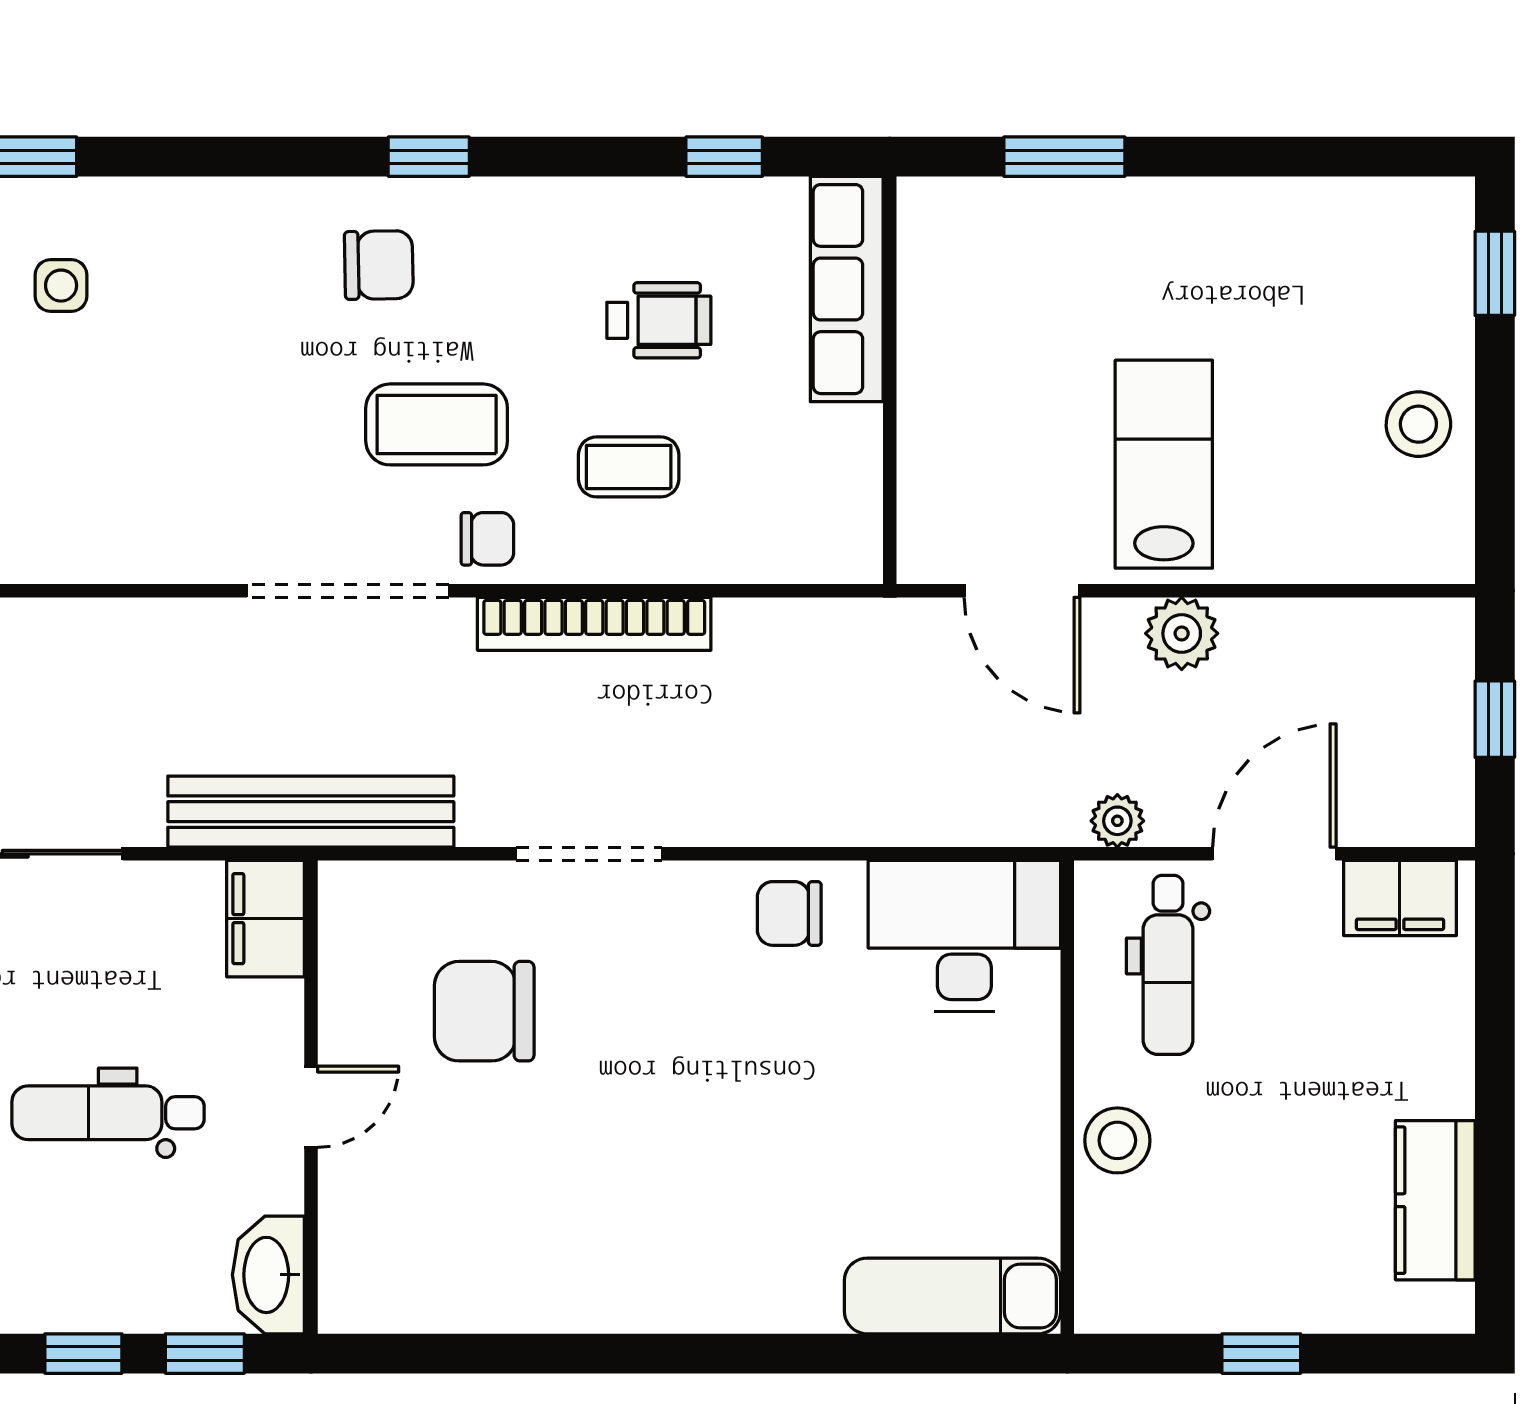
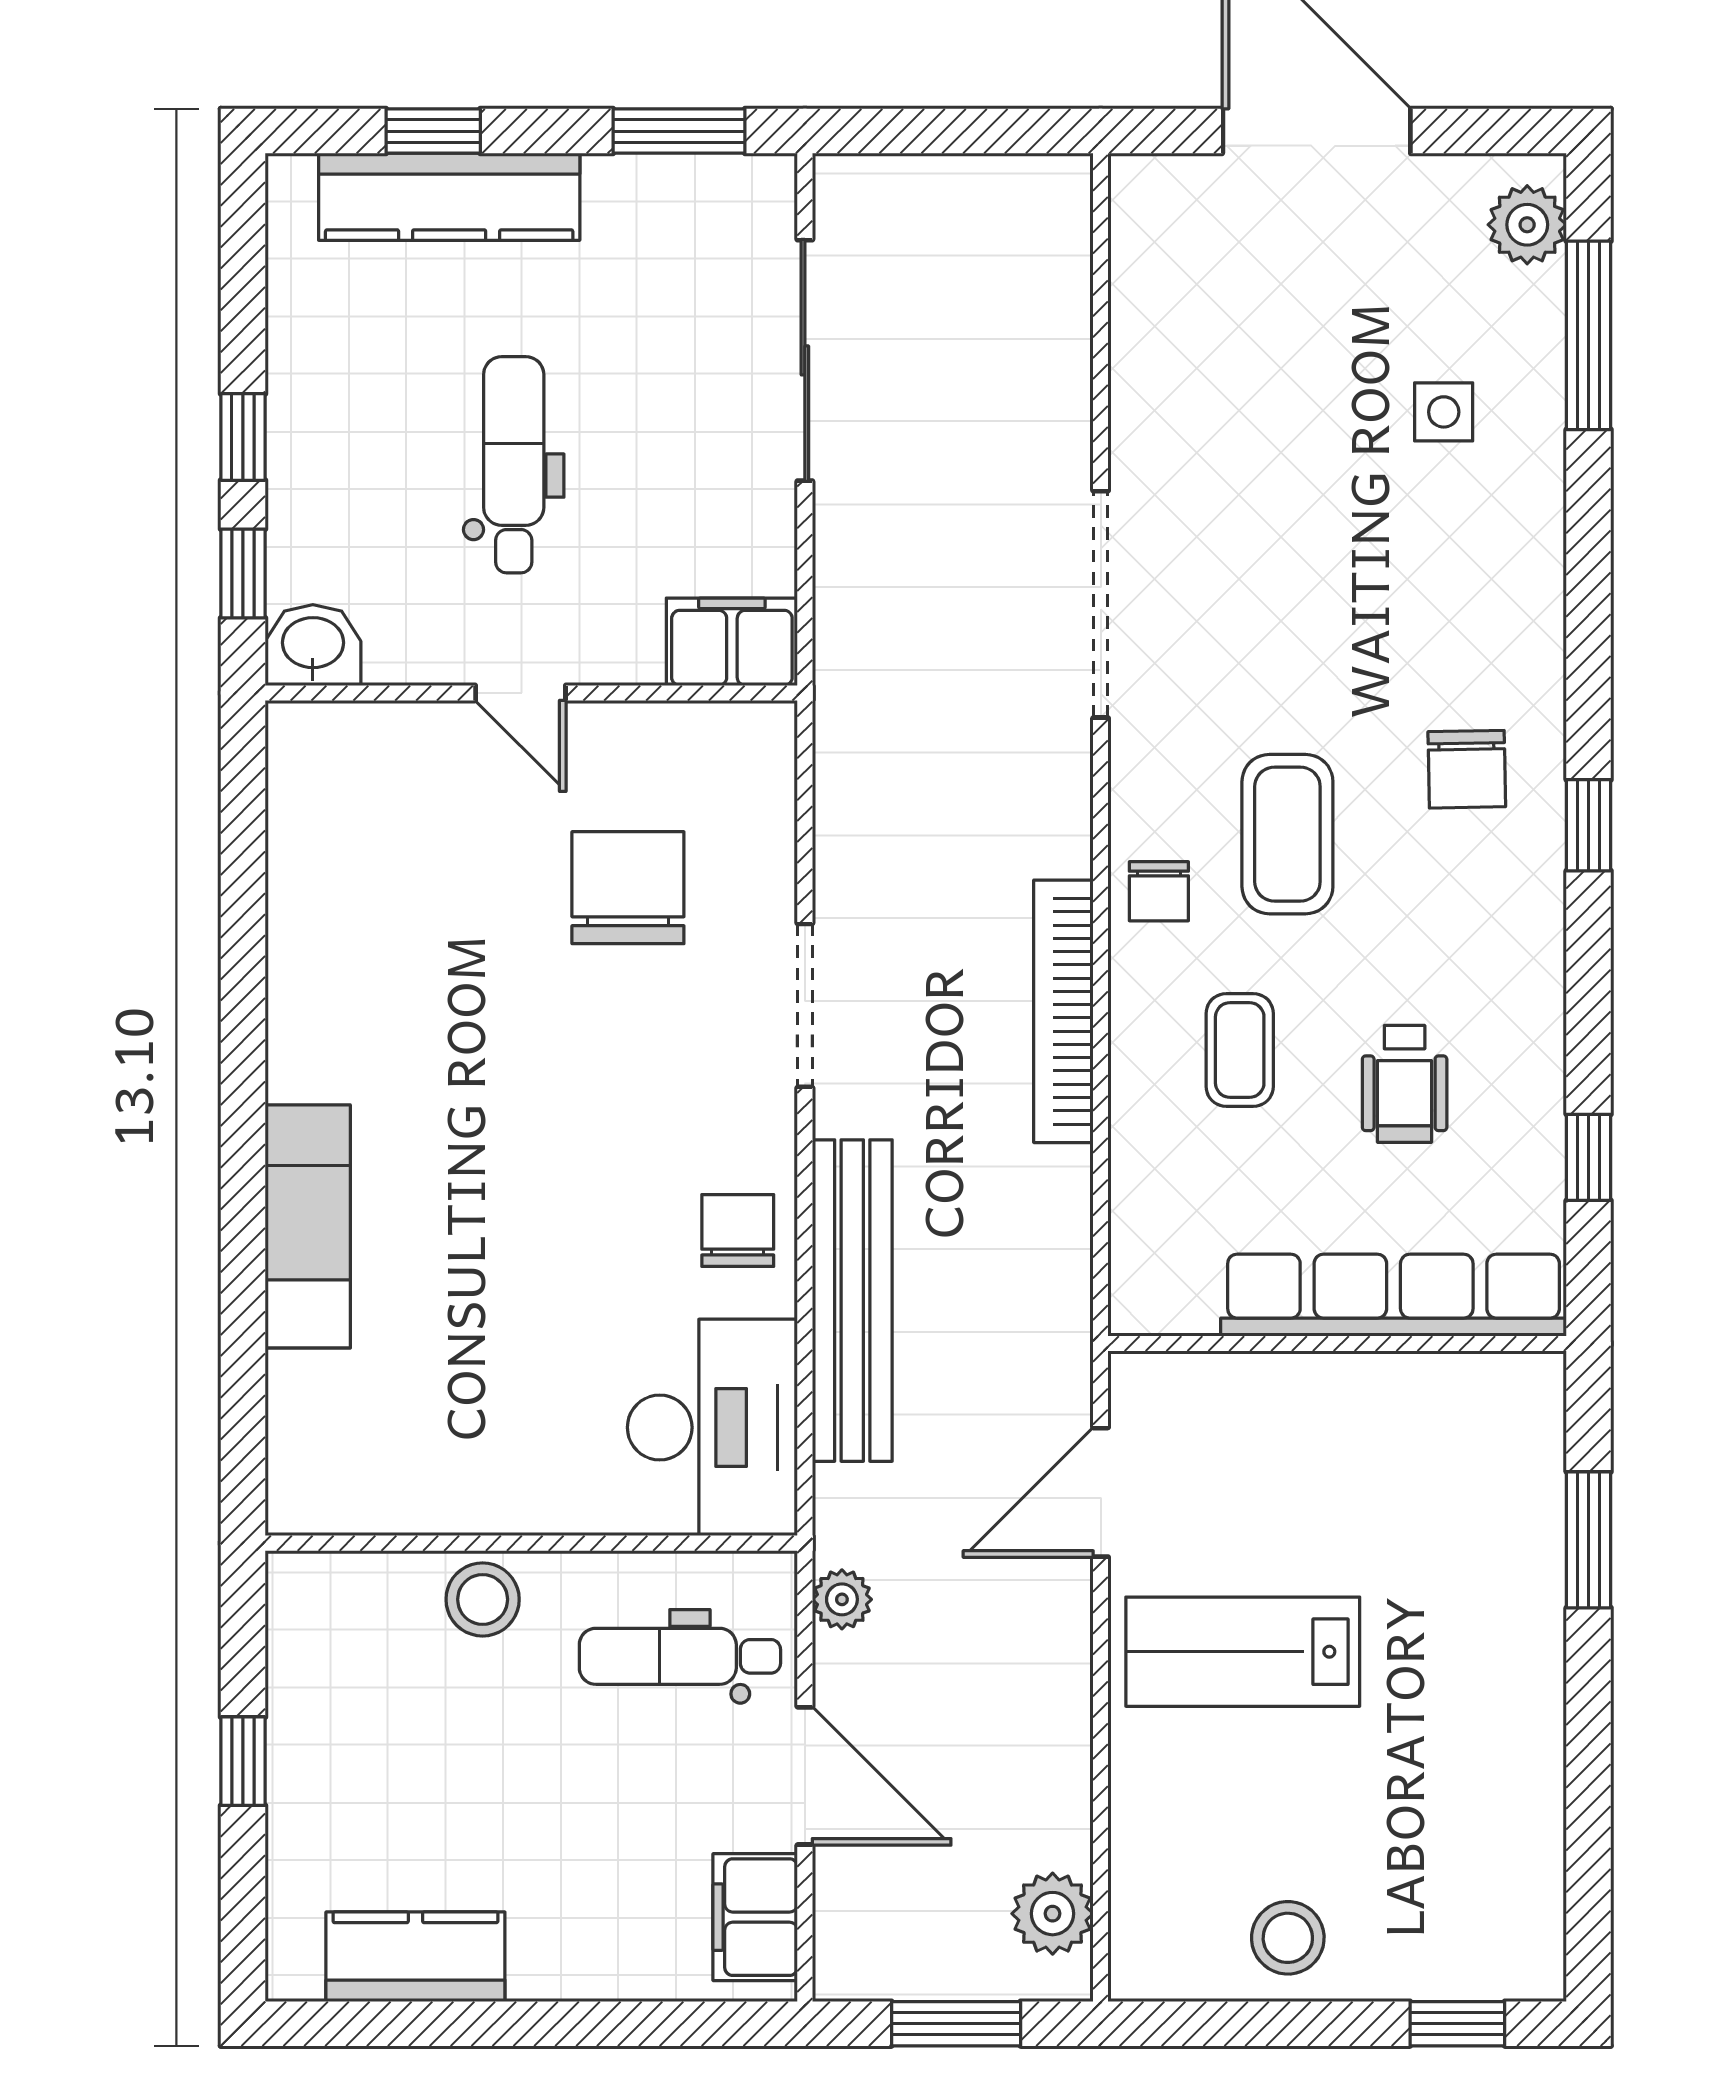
row of seats: (847, 289) -> (1394, 1295), width x1.36
lab bench: (1164, 464) -> (1243, 1652), turned 180
doorway: (348, 591) -> (1101, 604), moved
plant: (1182, 633) -> (1053, 1914), moved
window: (1495, 719) -> (956, 2024), width x1.50
bench: (311, 812) -> (852, 1301), moved
washbasin: (268, 1275) -> (313, 645), width x0.72
exam couch: (953, 1296) -> (308, 1226), moved

